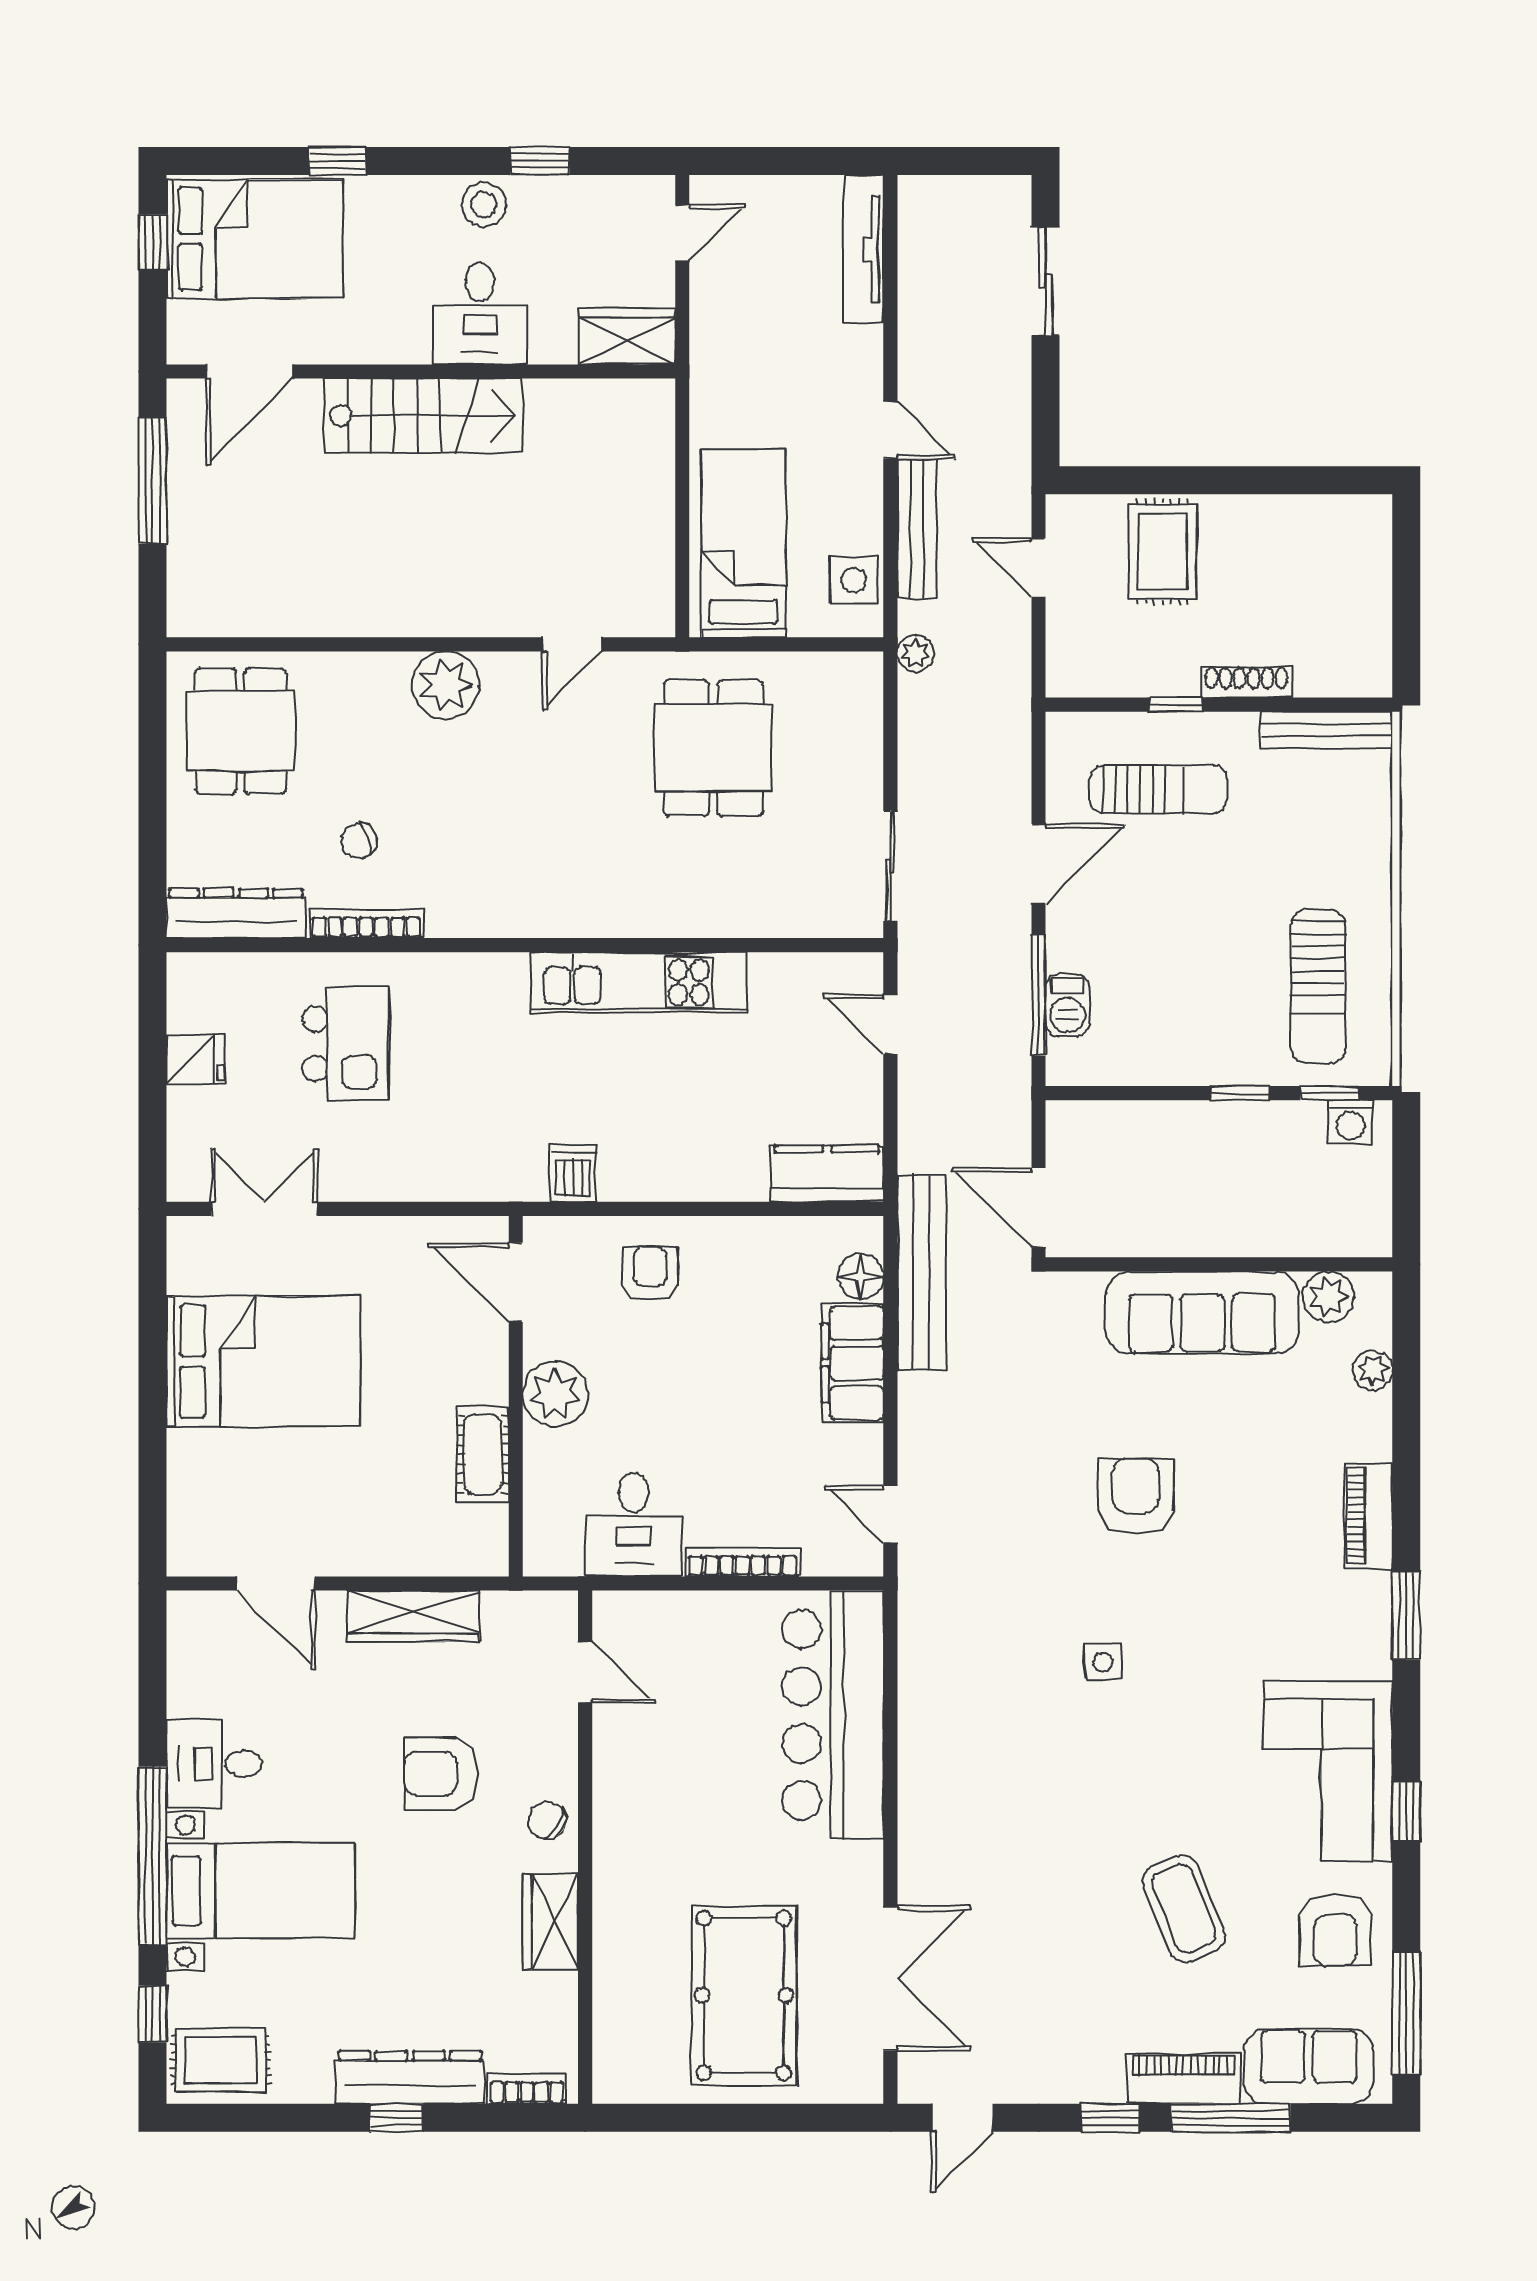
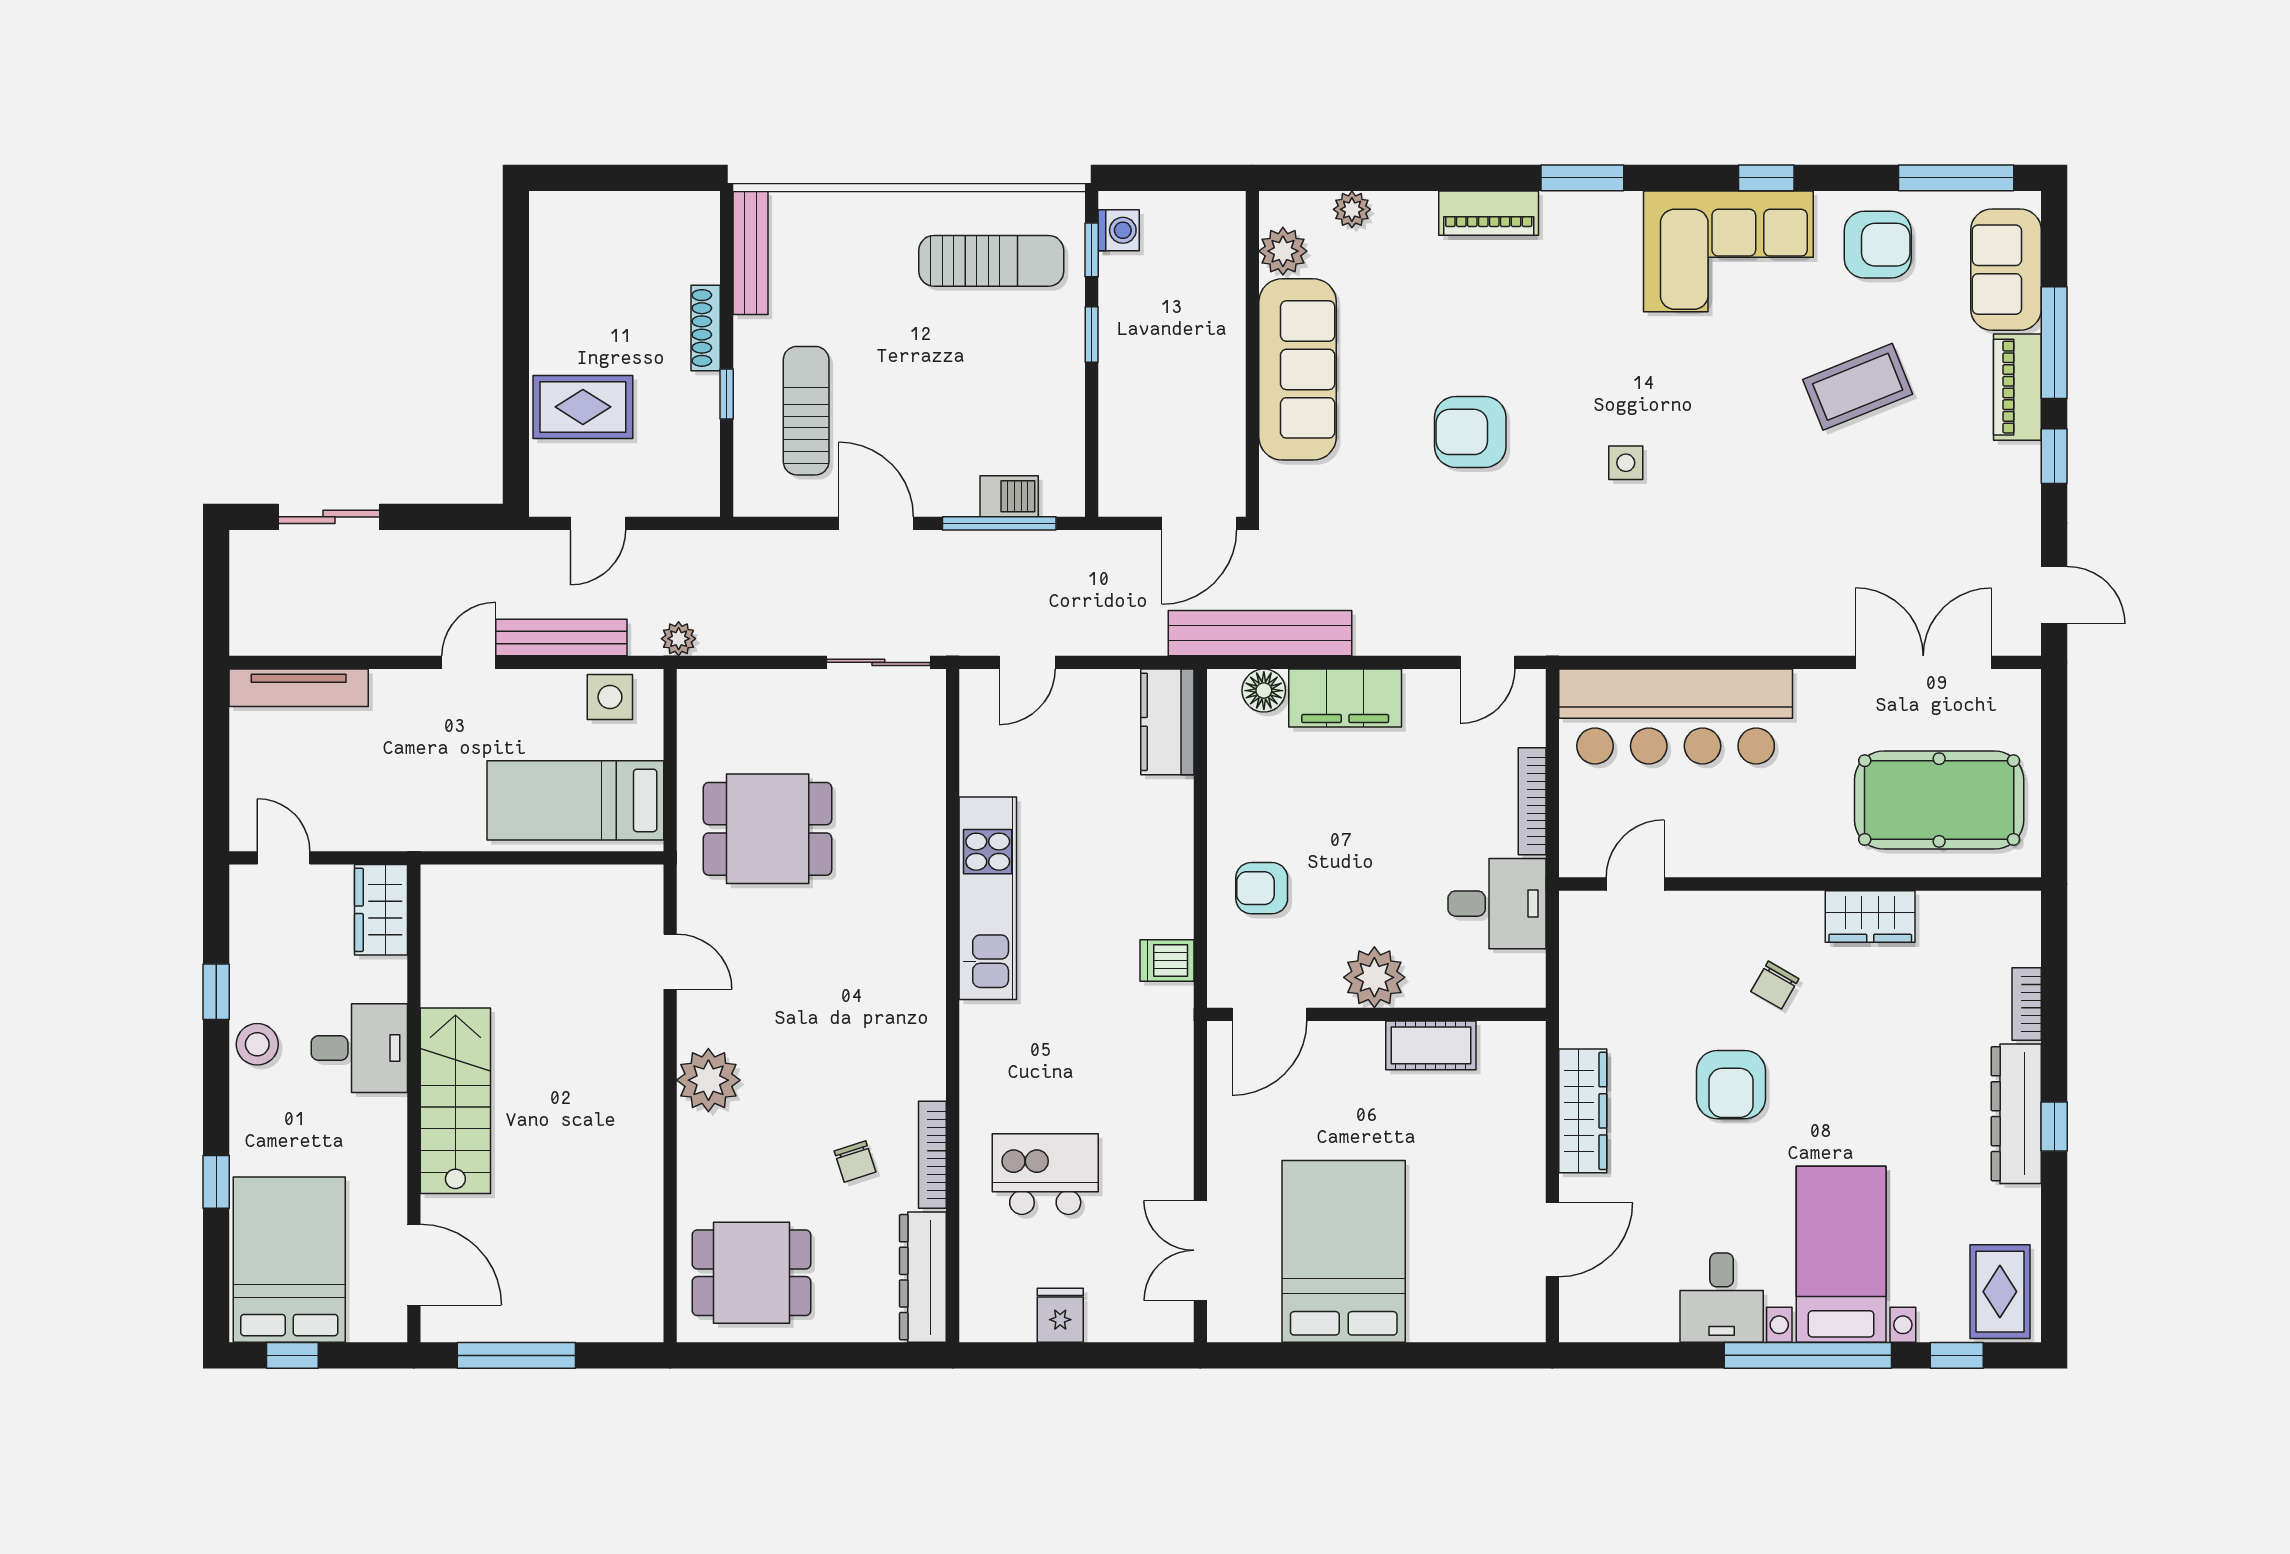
door: (585, 1672) -> (1635, 884), moved
wall: (585, 1847) -> (1800, 884), moved
wardrobe: (551, 1922) -> (1870, 916), moved

